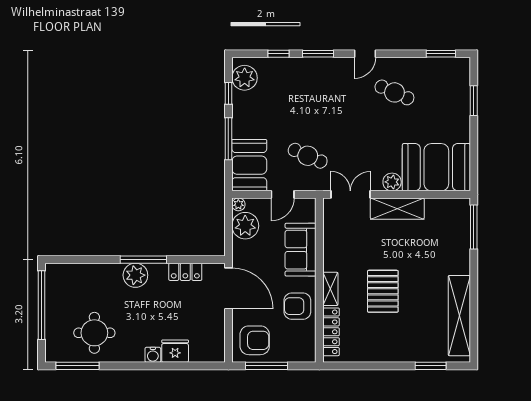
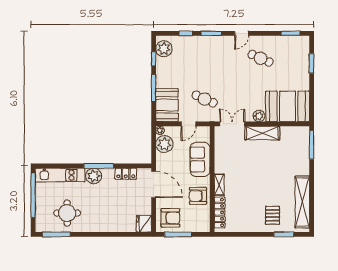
kitchen unit: (83, 274) -> (60, 175), added
pallet: (383, 291) -> (273, 215), moved, width x0.67, depth x0.71
fridge: (175, 351) -> (144, 224), moved, turned -90
water cooler: (153, 355) -> (105, 227), removed

